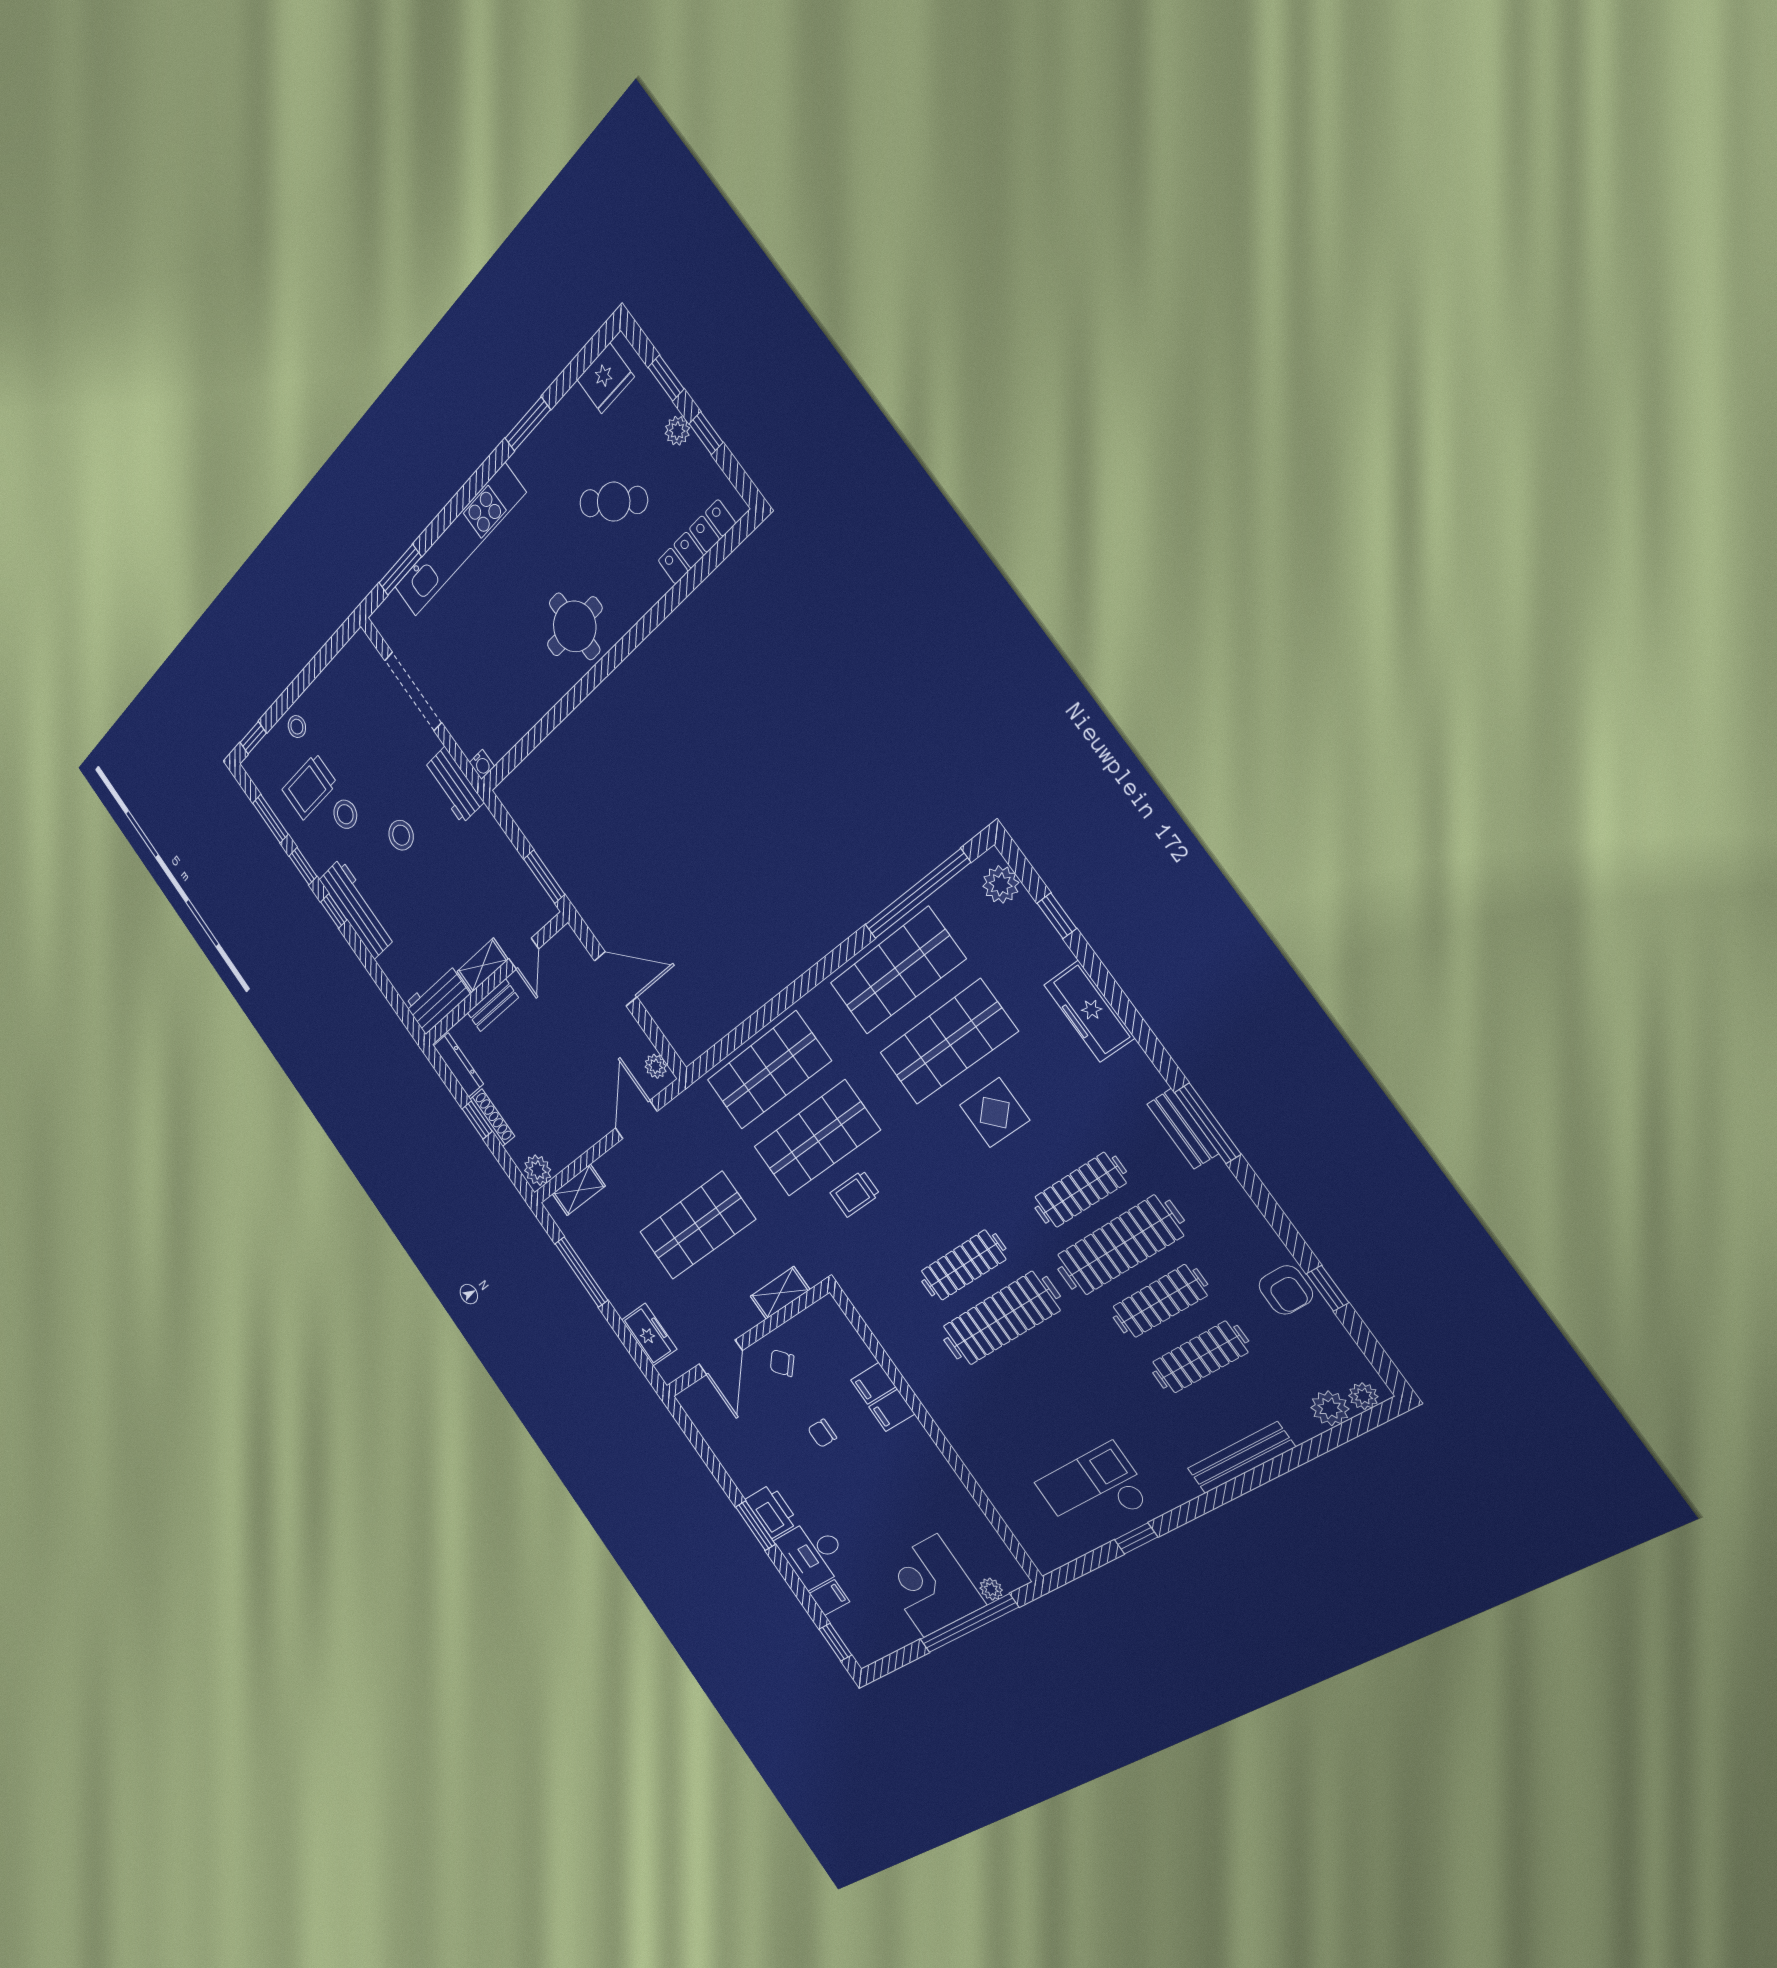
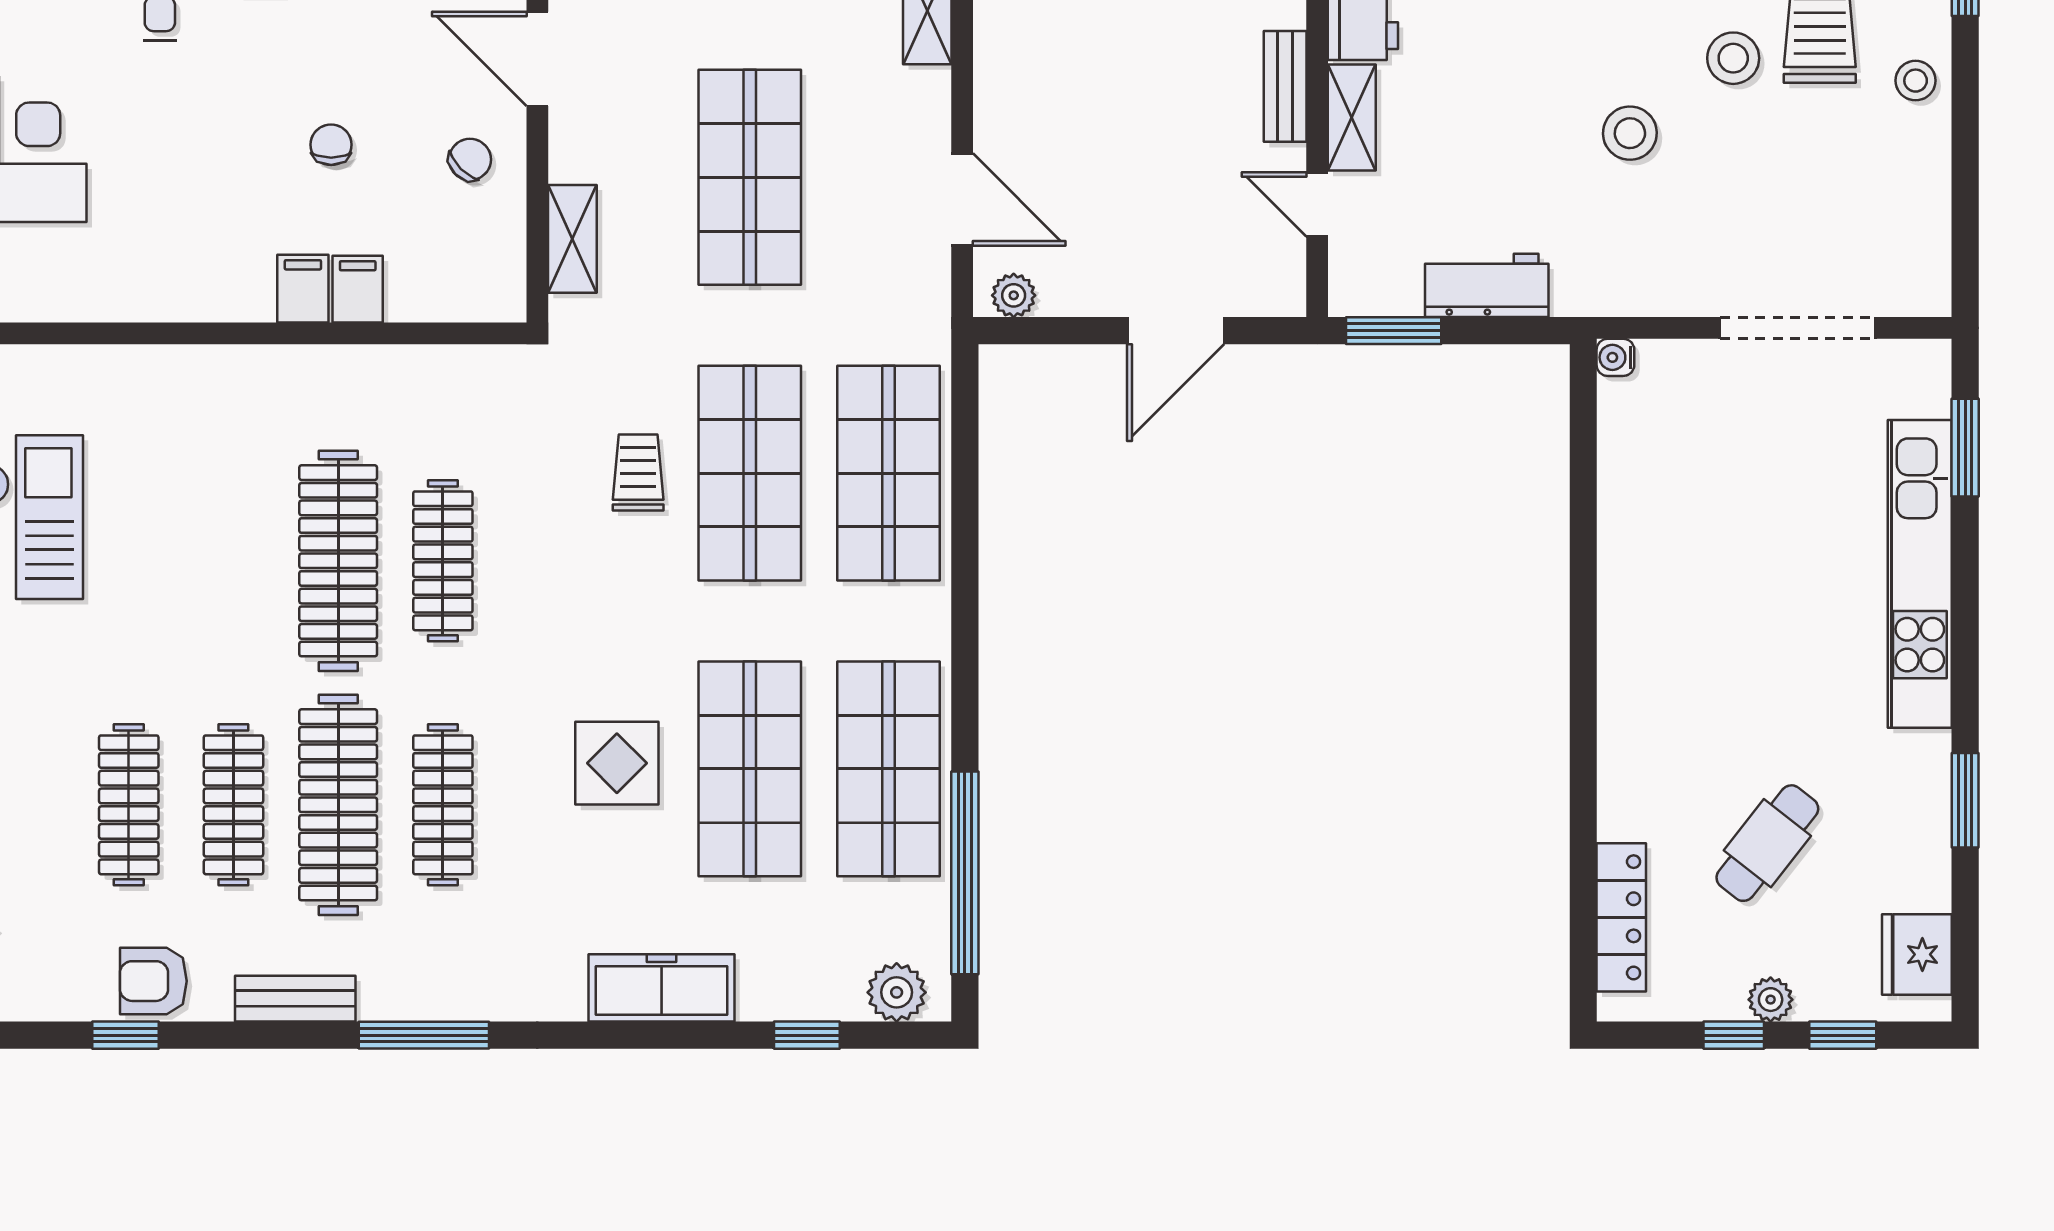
round table: (575, 626) -> (1669, 657), removed
workbench: (454, 785) -> (1487, 285), moved
bench: (1183, 1129) -> (295, 999), moved

